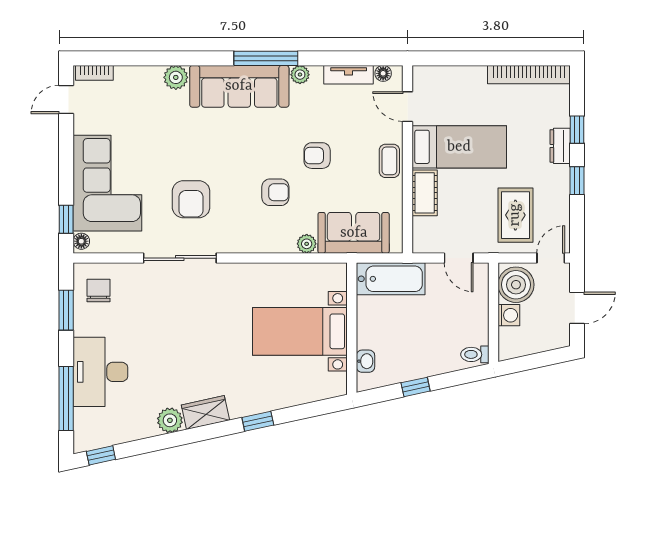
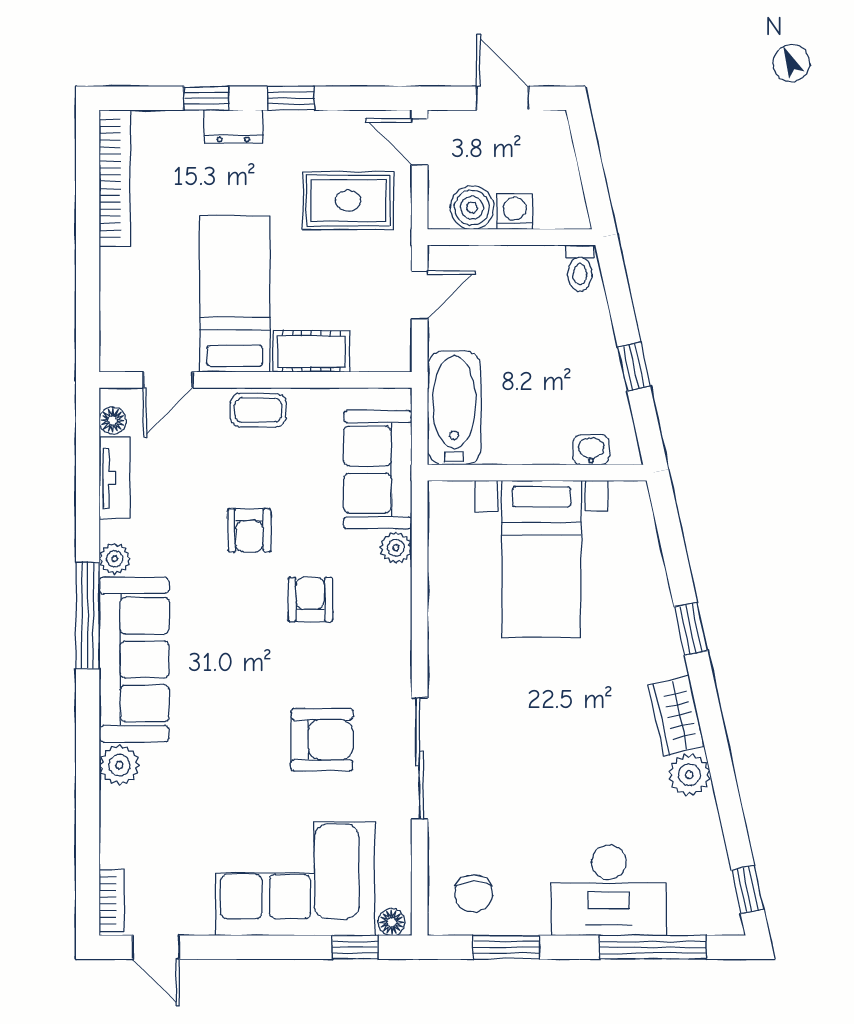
boiler: (516, 285) -> (472, 208), width x0.73, depth x0.73
chair: (98, 291) -> (474, 894), turned -90

